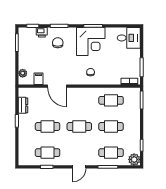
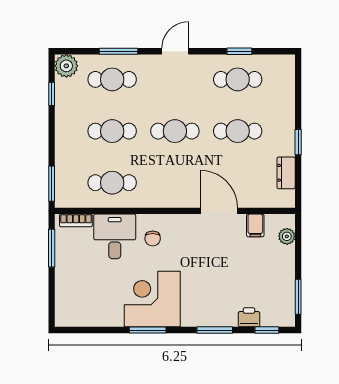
desk: (129, 38) -> (115, 236), moved, turned 90
chair: (58, 43) -> (218, 297), removed

